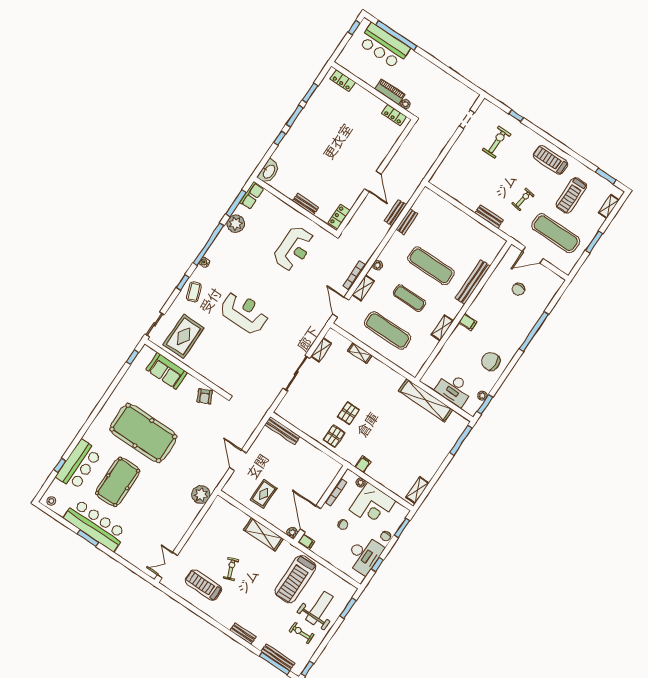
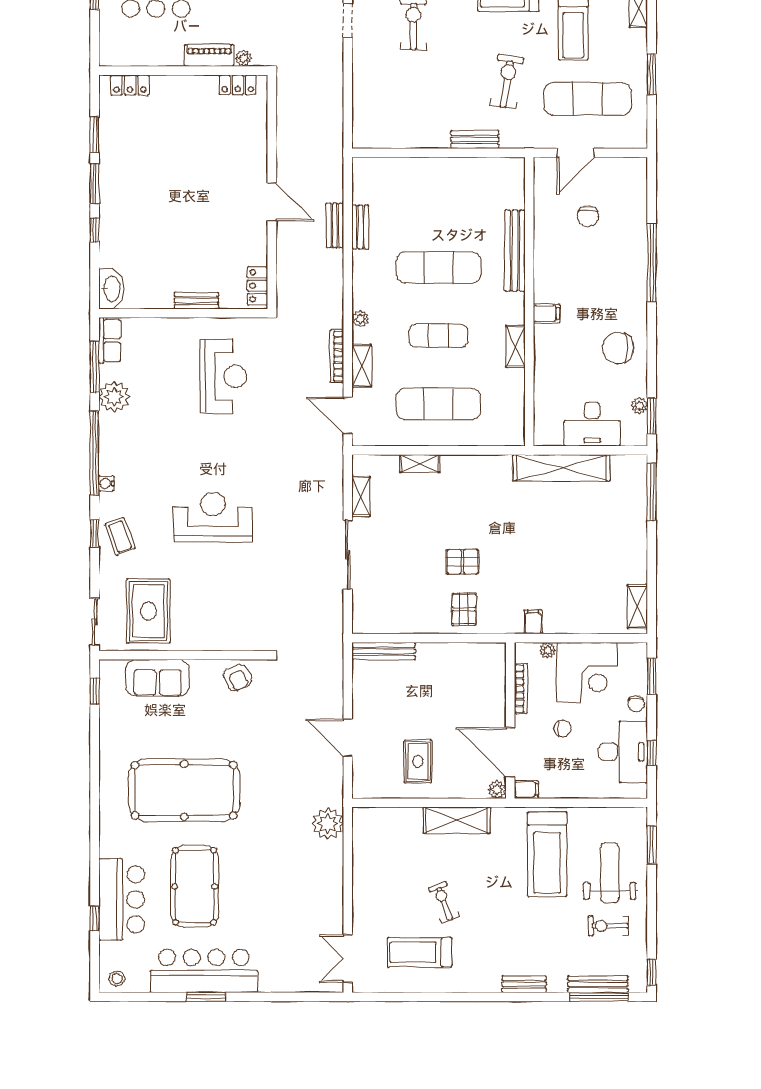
exercise bike: (523, 199) -> (507, 82), width x1.38, depth x1.39
pallet: (348, 413) -> (462, 562), turned 90

